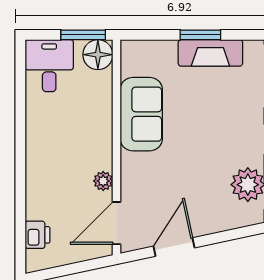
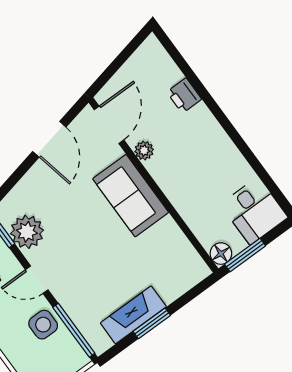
floor lamp: (98, 55) -> (221, 254), width x0.73, depth x0.73
sofa: (141, 114) -> (131, 196), moved
printer: (37, 235) -> (184, 96), moved

